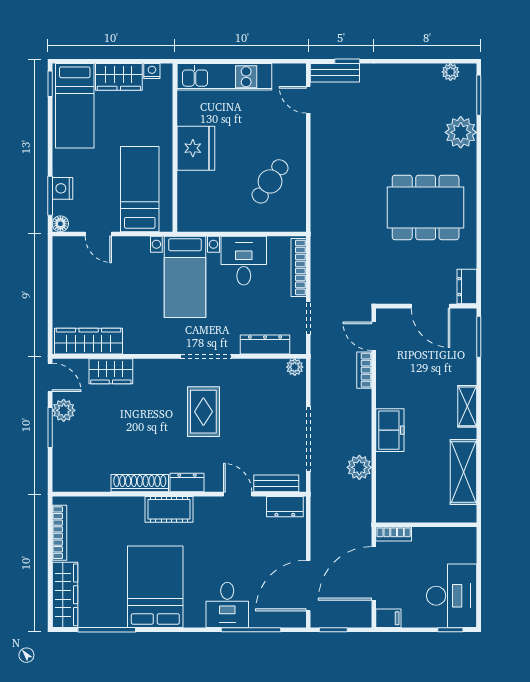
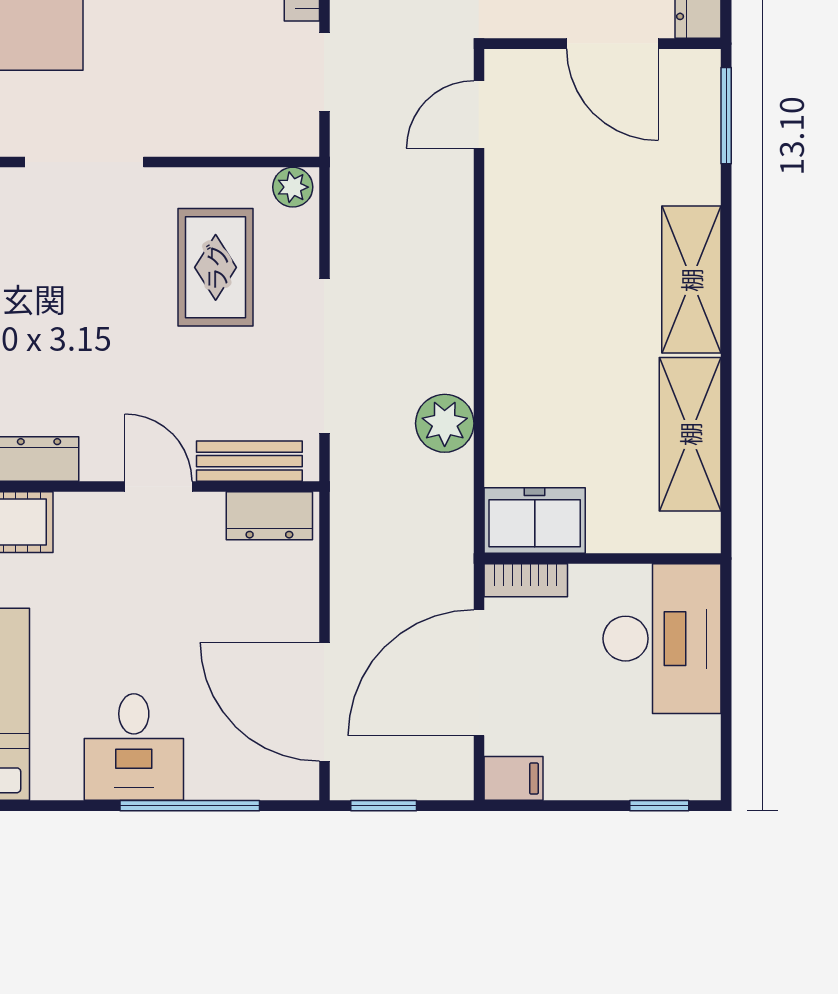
door: (374, 336) -> (479, 115), hinge flipped
dresser: (265, 345) -> (223, 134), removed
bookcase: (364, 370) -> (457, 194), removed
shelving: (467, 406) -> (691, 280), width x1.50, depth x1.33
rug: (203, 412) -> (216, 267), moved
freezer: (390, 430) -> (535, 521), moved, turned -90
door: (308, 586) -> (324, 702), hinge flipped
desk: (452, 596) -> (662, 639), moved

